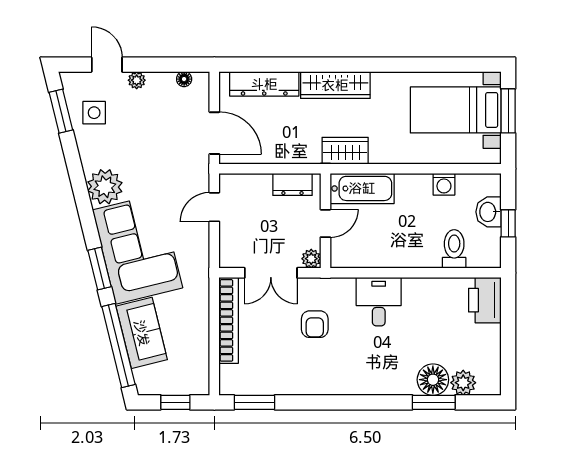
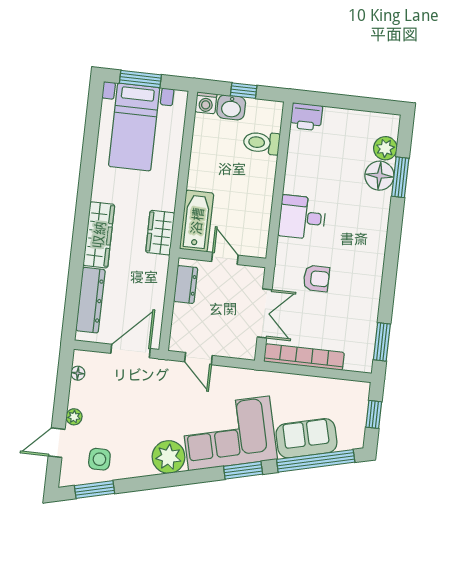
washing machine: (444, 184) -> (206, 103), moved, turned 90
plant: (311, 259) -> (256, 275), removed
printer: (485, 300) -> (306, 117), width x0.73, depth x0.84

